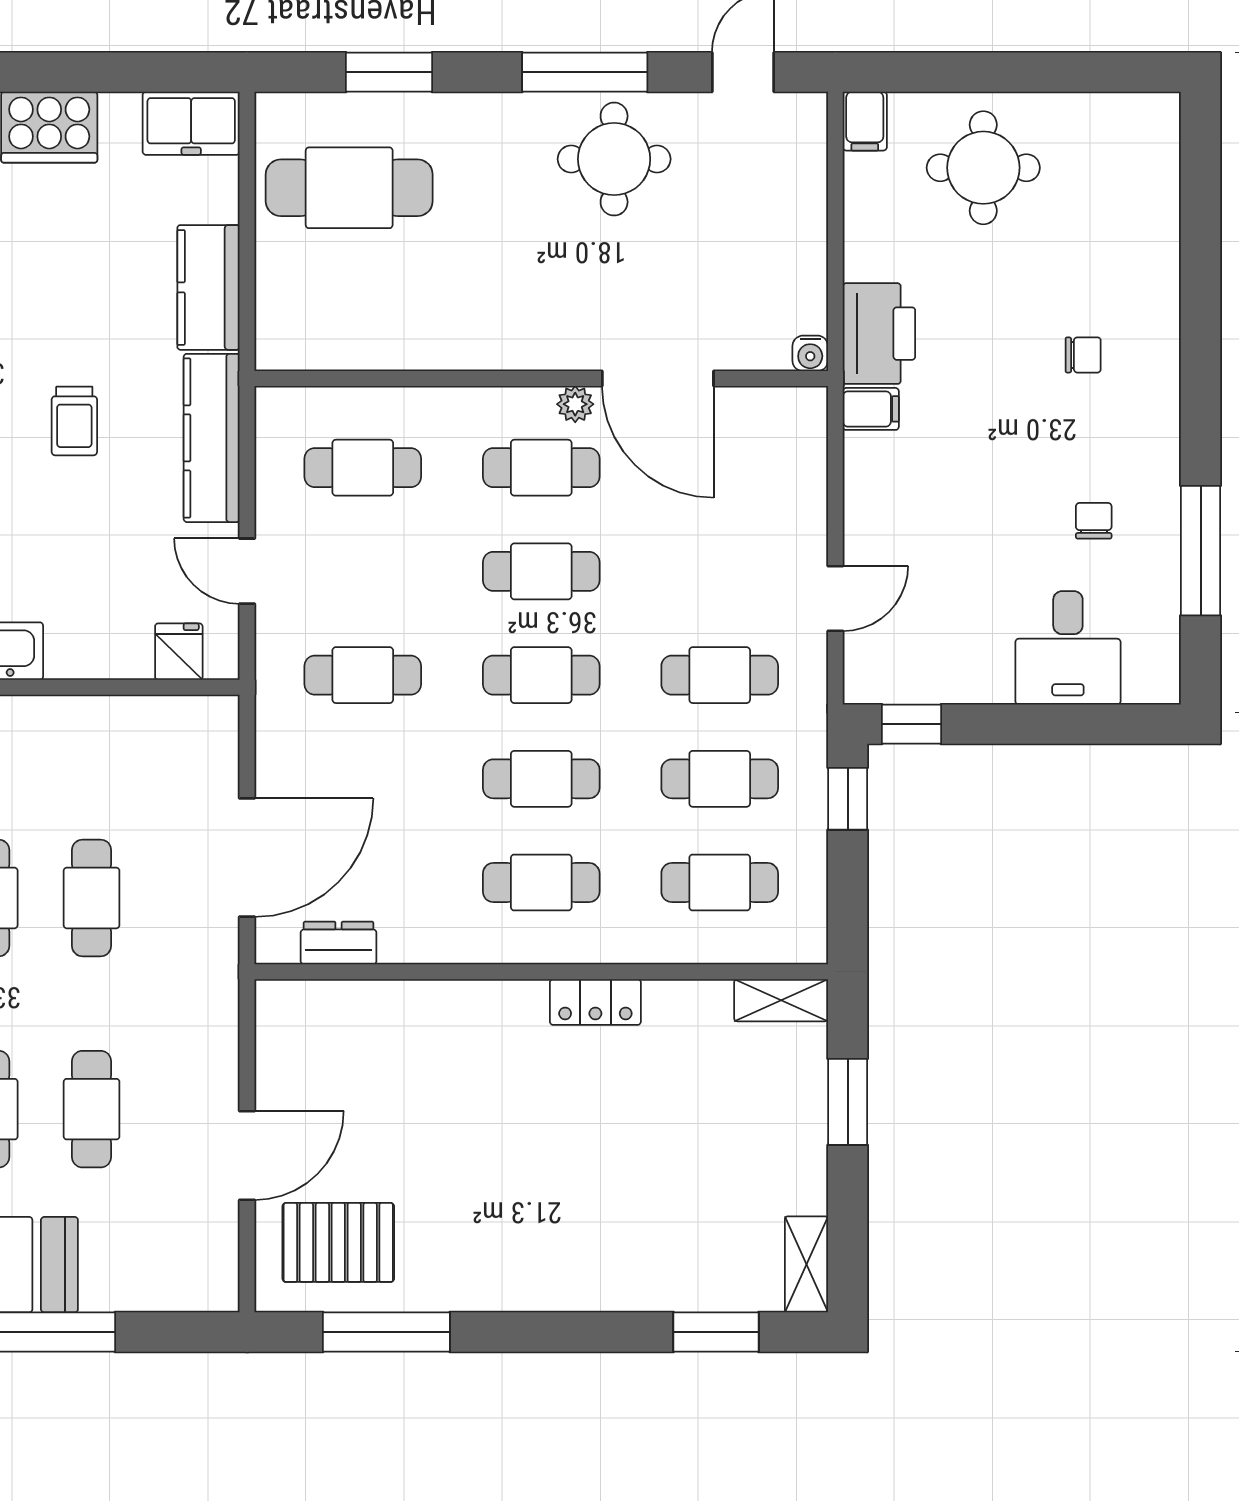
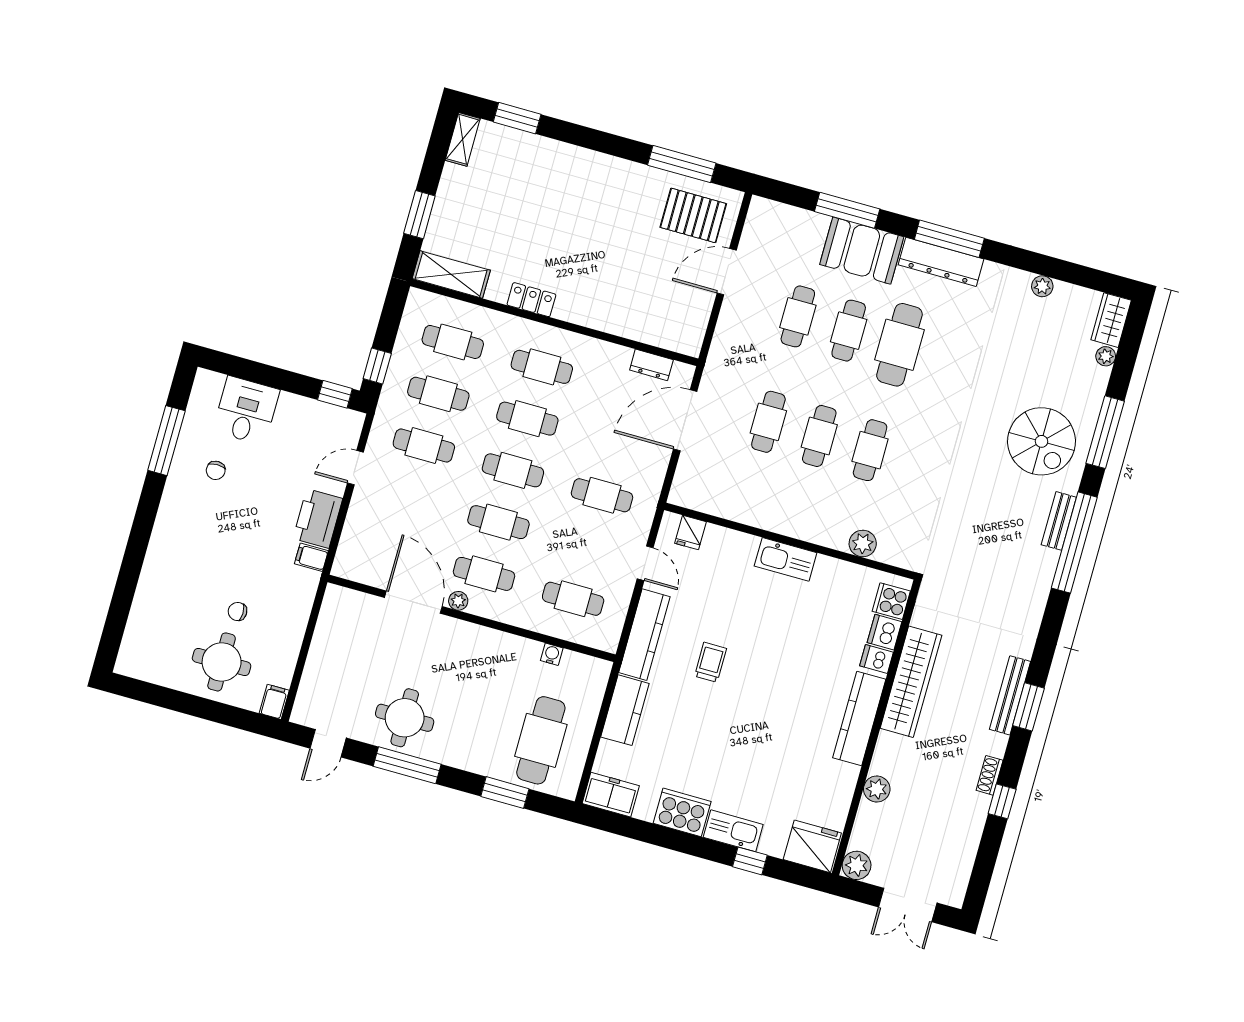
cafe table: (349, 188) -> (541, 740), turned 90
printer: (879, 334) -> (318, 519), moved
water cooler: (810, 353) -> (552, 654), moved
chair: (1083, 355) -> (238, 611), moved
shelving: (781, 1000) -> (451, 274), width x1.50, depth x1.33

